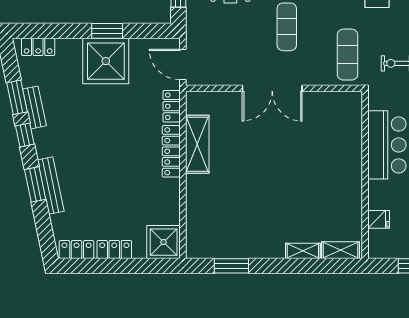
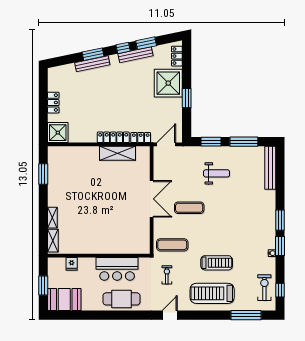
shower: (106, 61) -> (168, 83), moved
double door: (272, 88) -> (152, 199), swing flipped
bench: (34, 107) -> (136, 55), width x1.36
locker: (77, 250) -> (53, 80), removed

